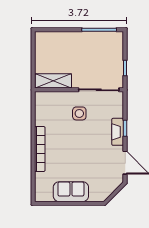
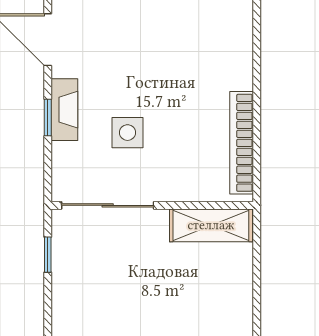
side table: (79, 113) -> (127, 133), moved
bookcase: (40, 149) -> (242, 143), moved

